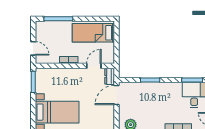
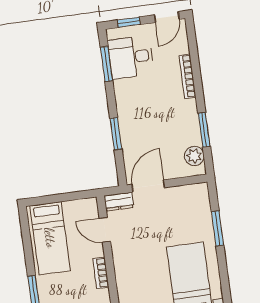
door: (116, 95) -> (148, 186), swing flipped

